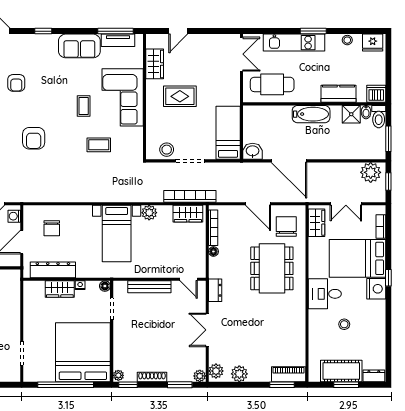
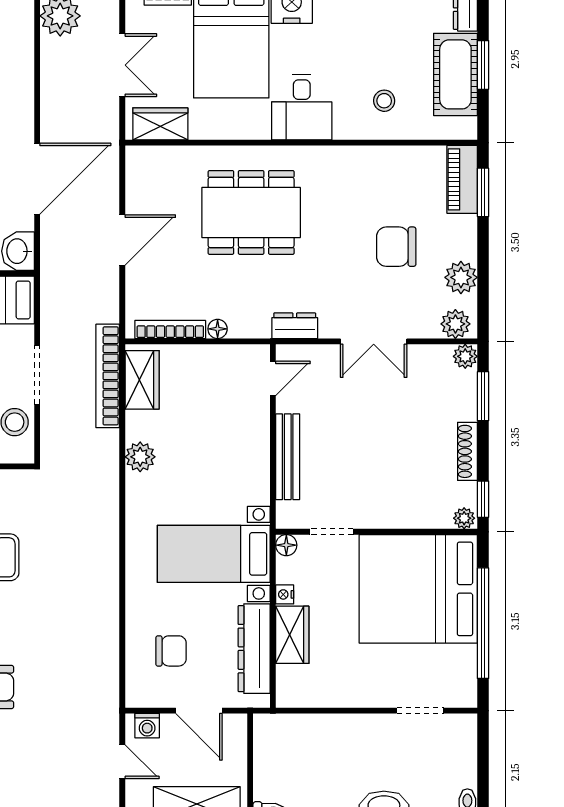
chair: (286, 227) -> (396, 247), moved
bed with nightstands: (117, 233) -> (214, 554), moved, turned 180
stool: (344, 324) -> (384, 101), moved

